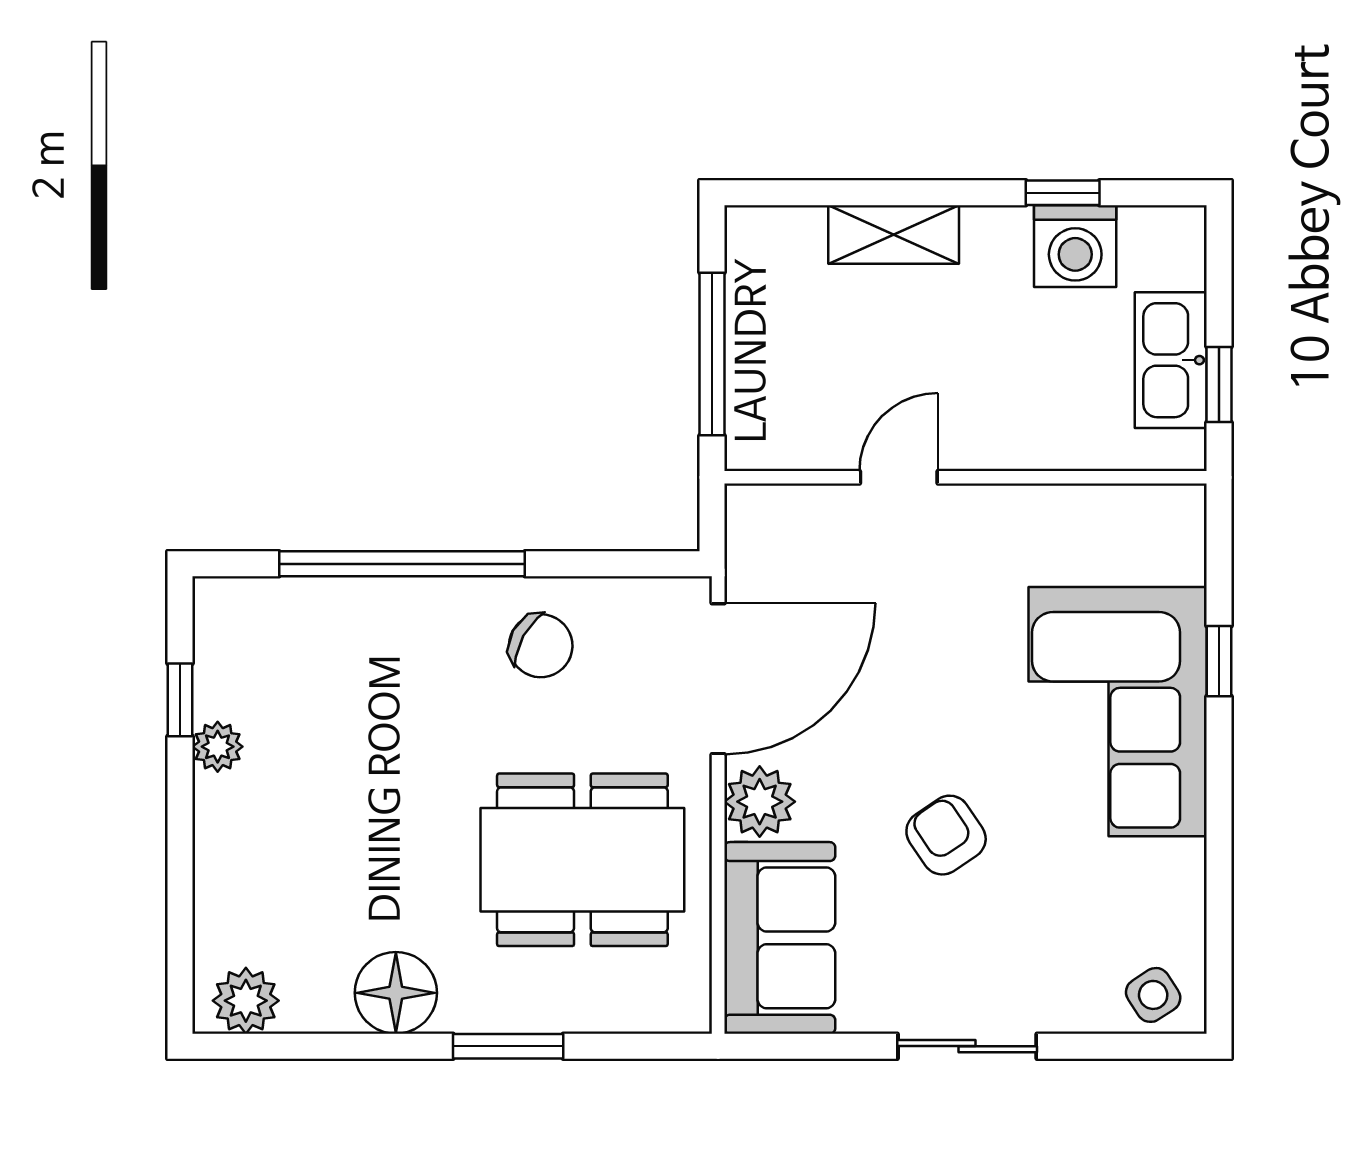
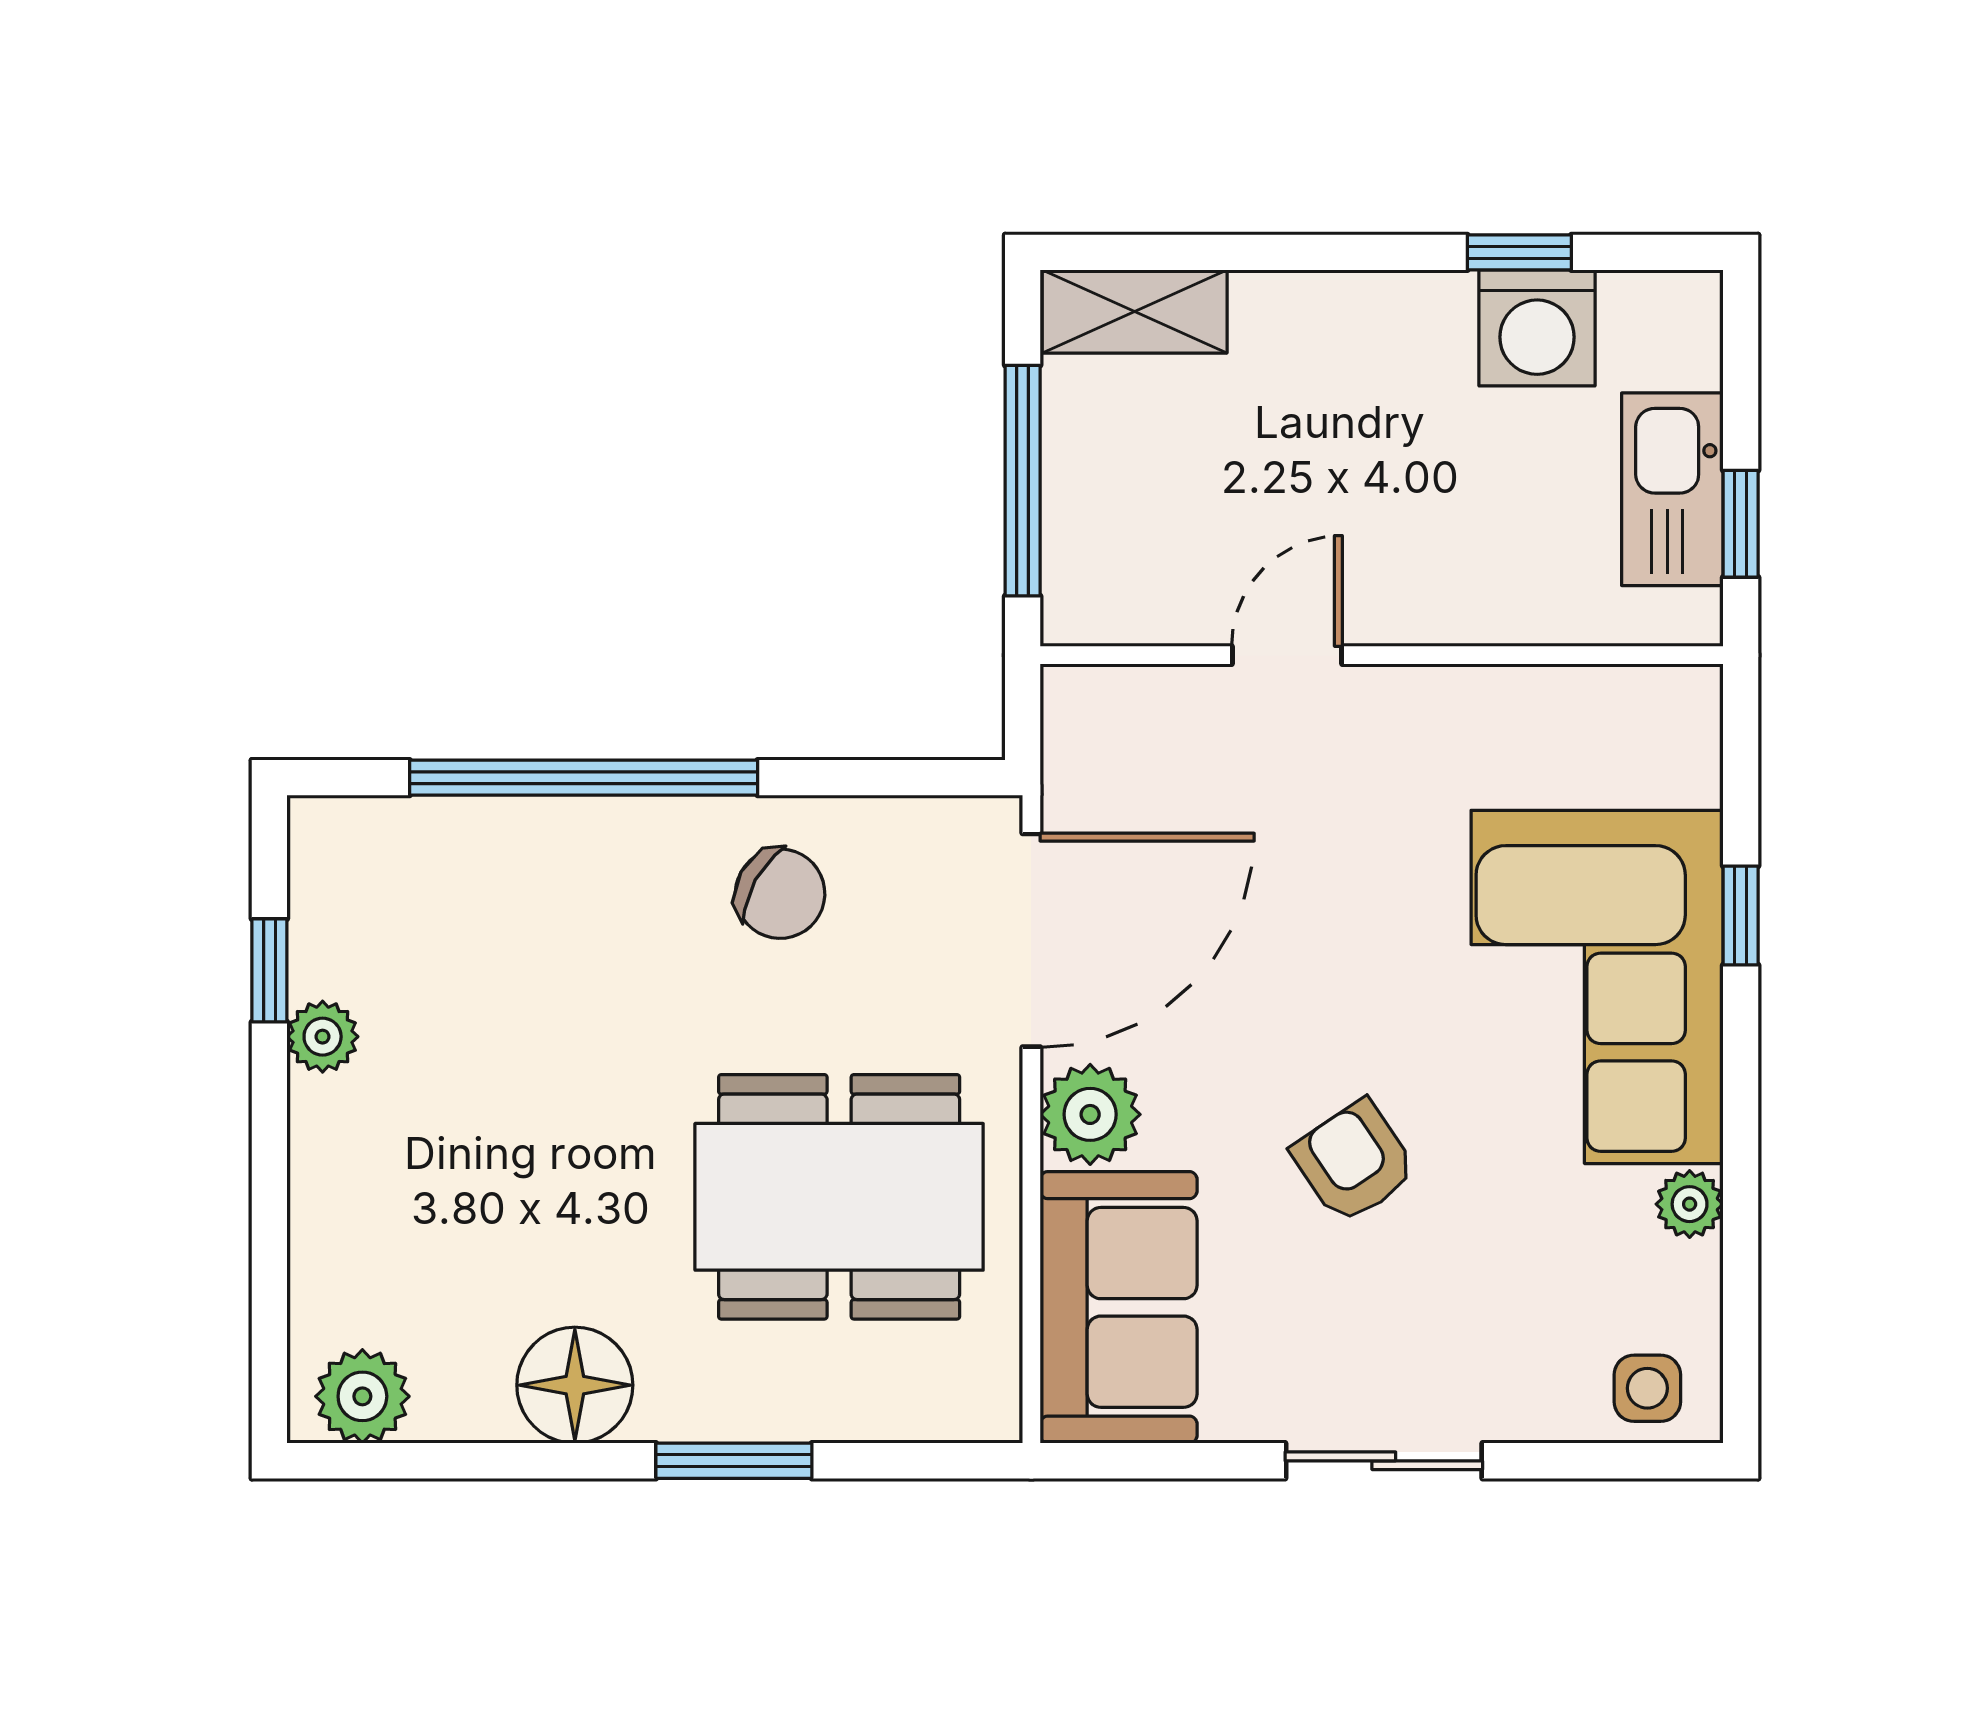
shelving: (894, 235) -> (1135, 311), moved
plant: (1183, 865) -> (1690, 1204), added
side table: (1153, 995) -> (1647, 1388), turned 33

